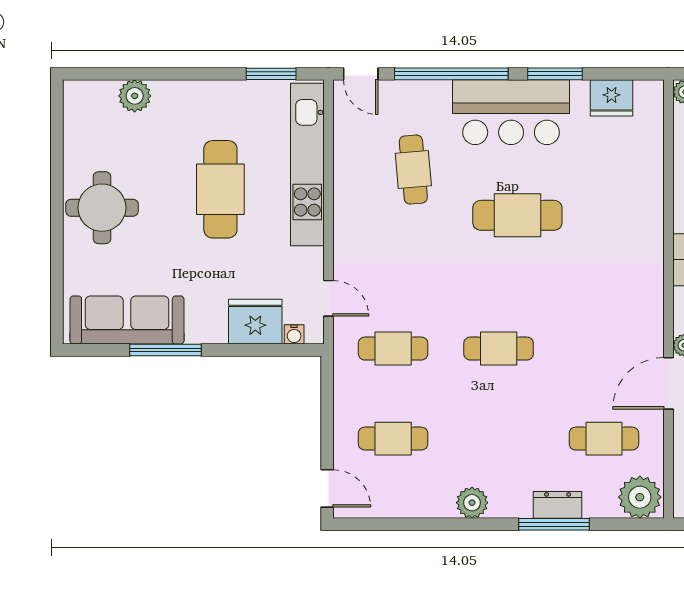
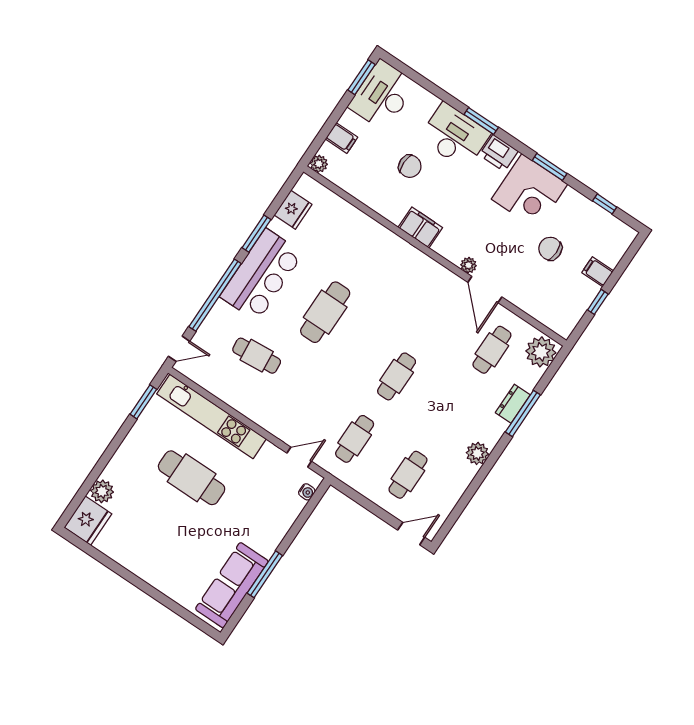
round table: (102, 208) -> (155, 555), removed
fridge: (255, 322) -> (88, 521), moved, turned 180

